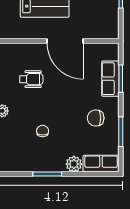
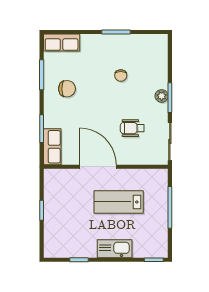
row of seats: (110, 79) -> (52, 147), moved
plant: (74, 164) -> (89, 42), removed

